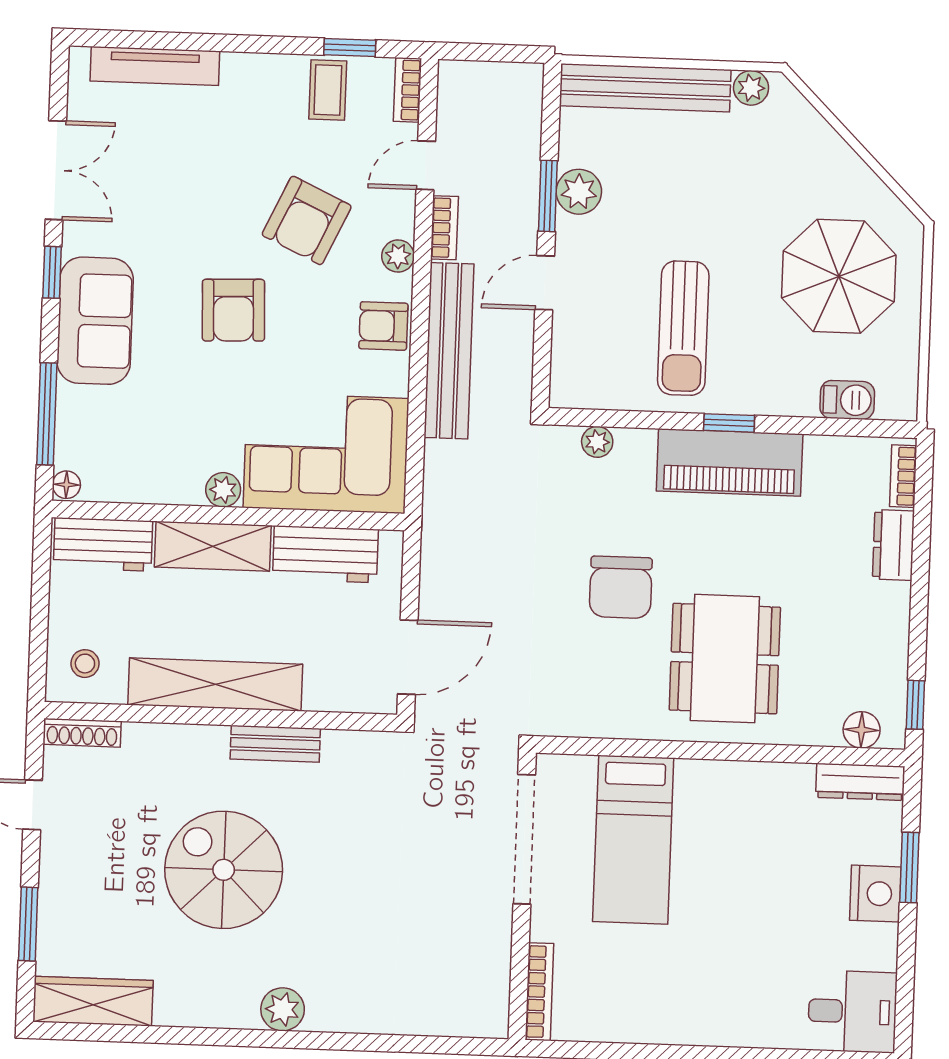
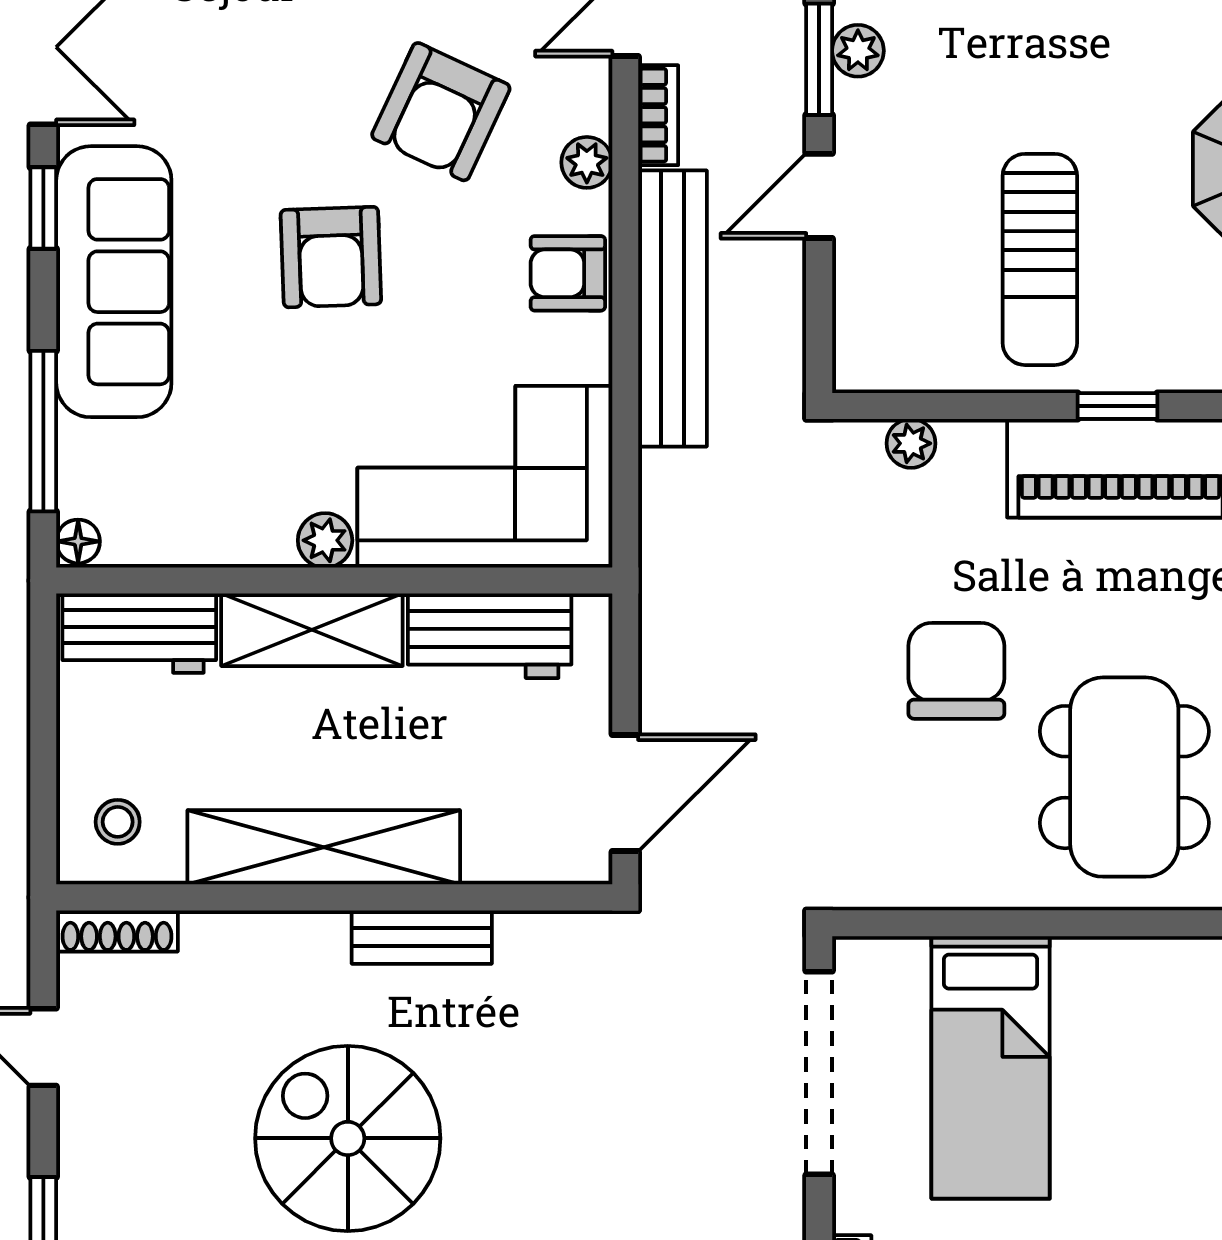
plant: (579, 192) -> (858, 51), width x0.73, depth x0.73
sofa: (95, 321) -> (114, 282), width x1.36
chair: (621, 587) -> (956, 671), turned 180

